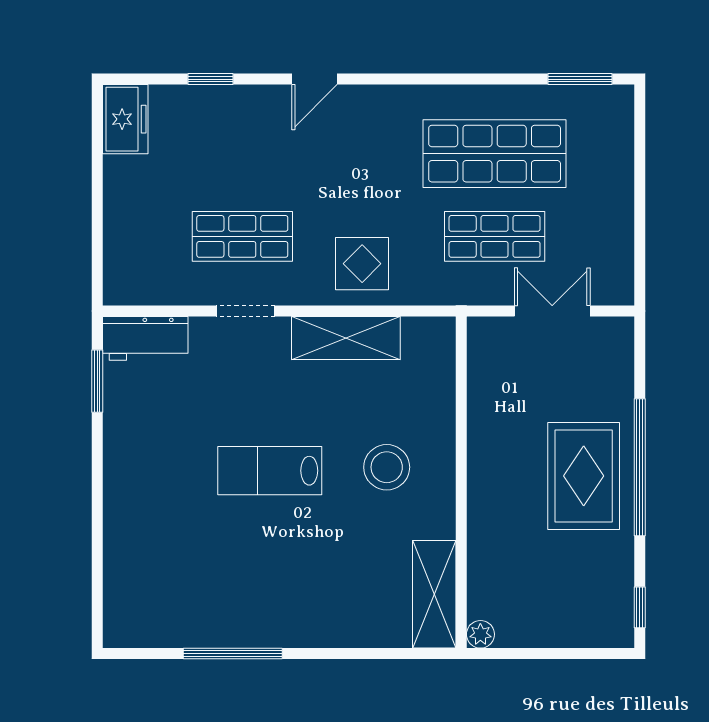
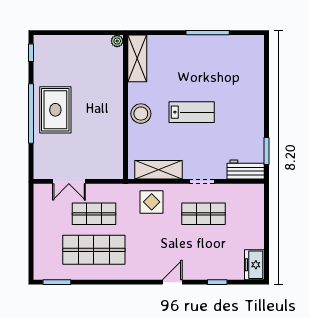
wall: (461, 482) -> (126, 107), moved
shelving: (434, 594) -> (137, 58), moved
plant: (480, 634) -> (117, 41), moved

